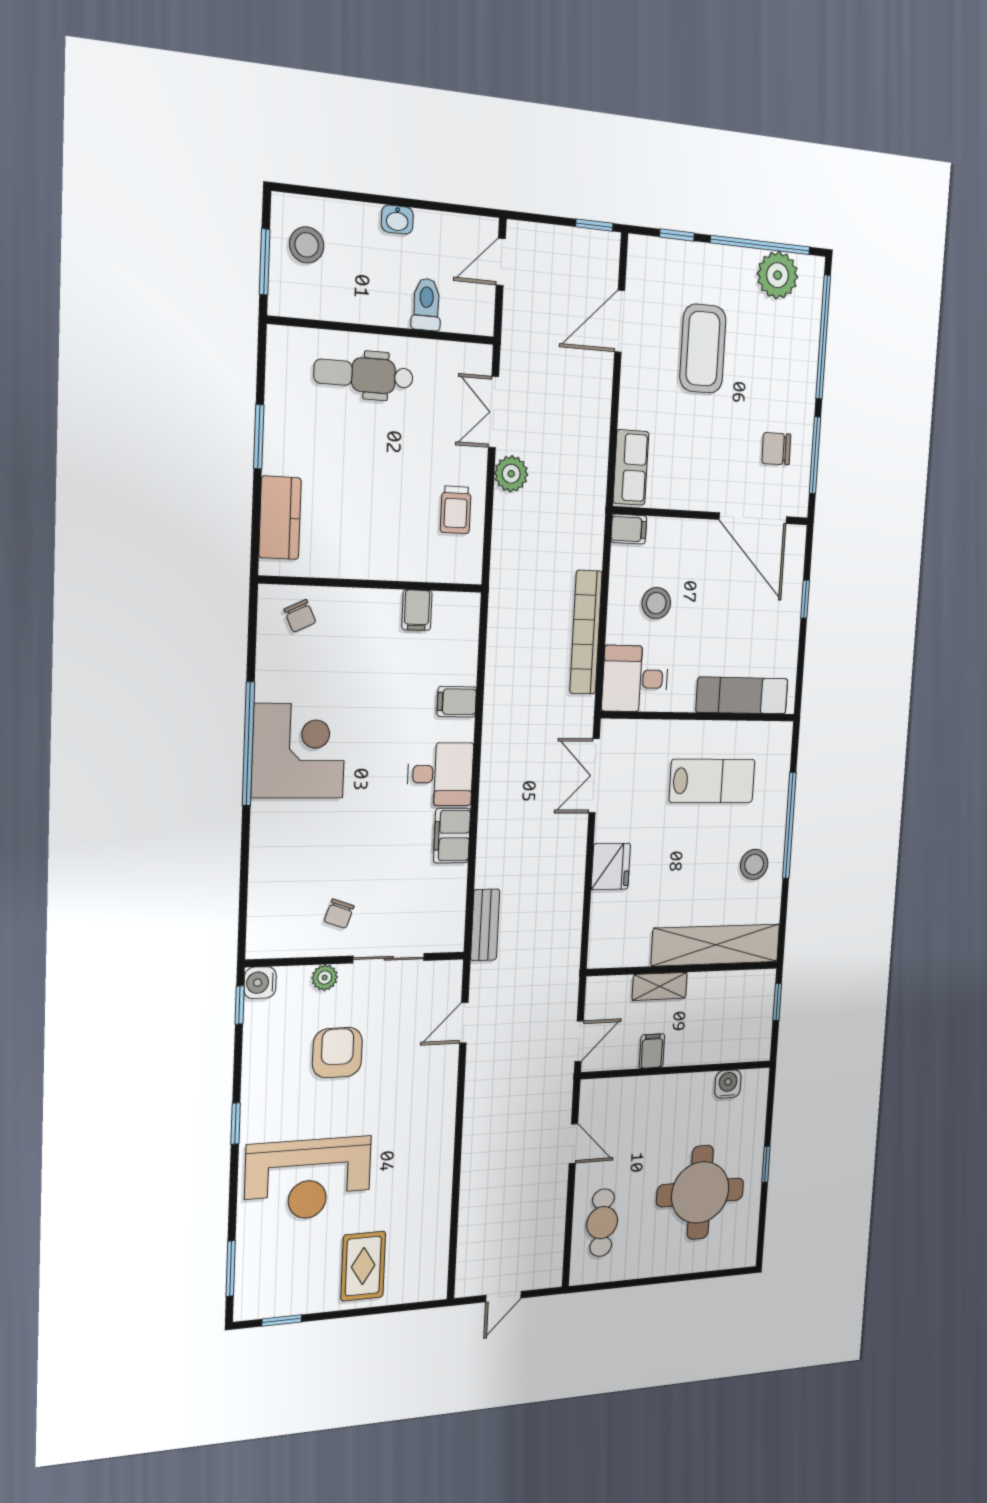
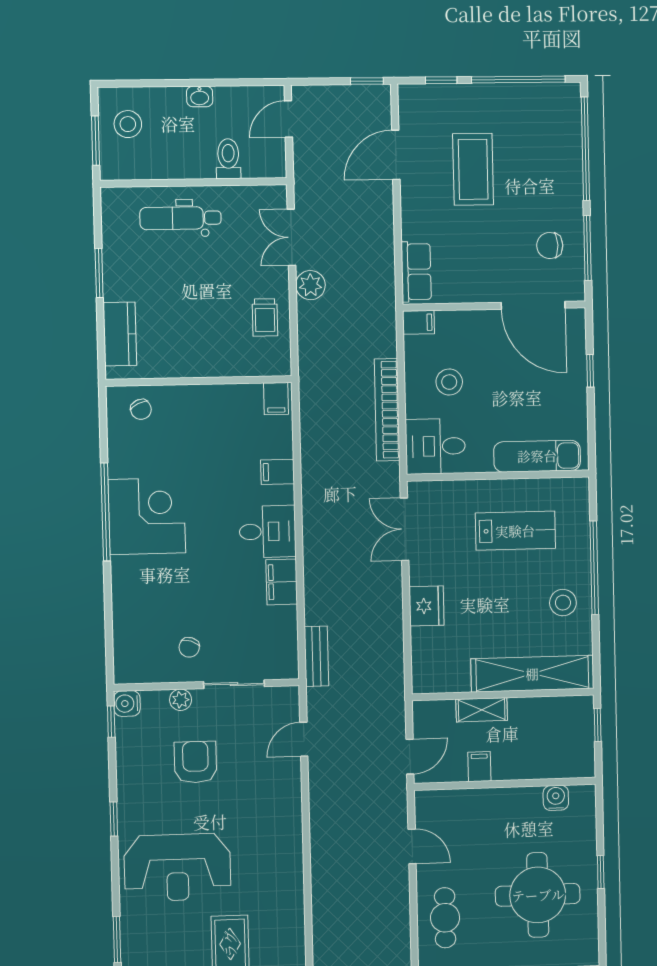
plant: (778, 275) -> (537, 102), removed
filing cabinet: (417, 610) -> (276, 399), moved

